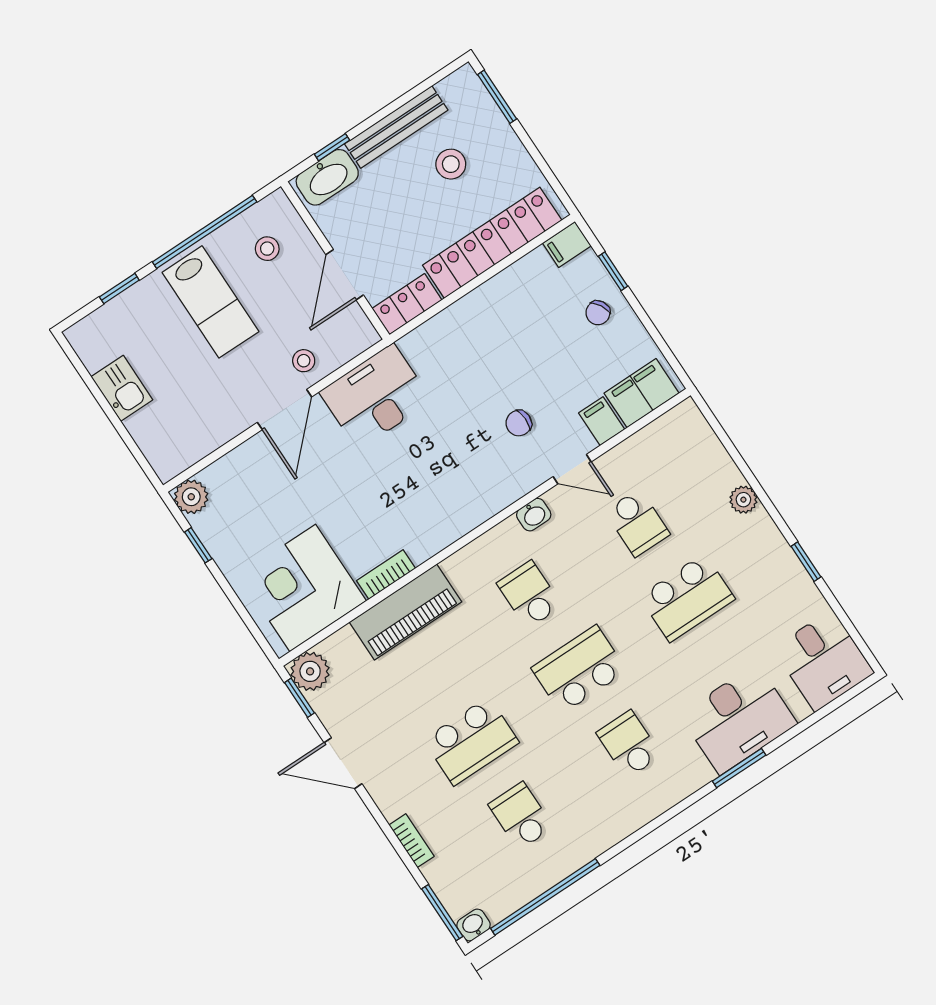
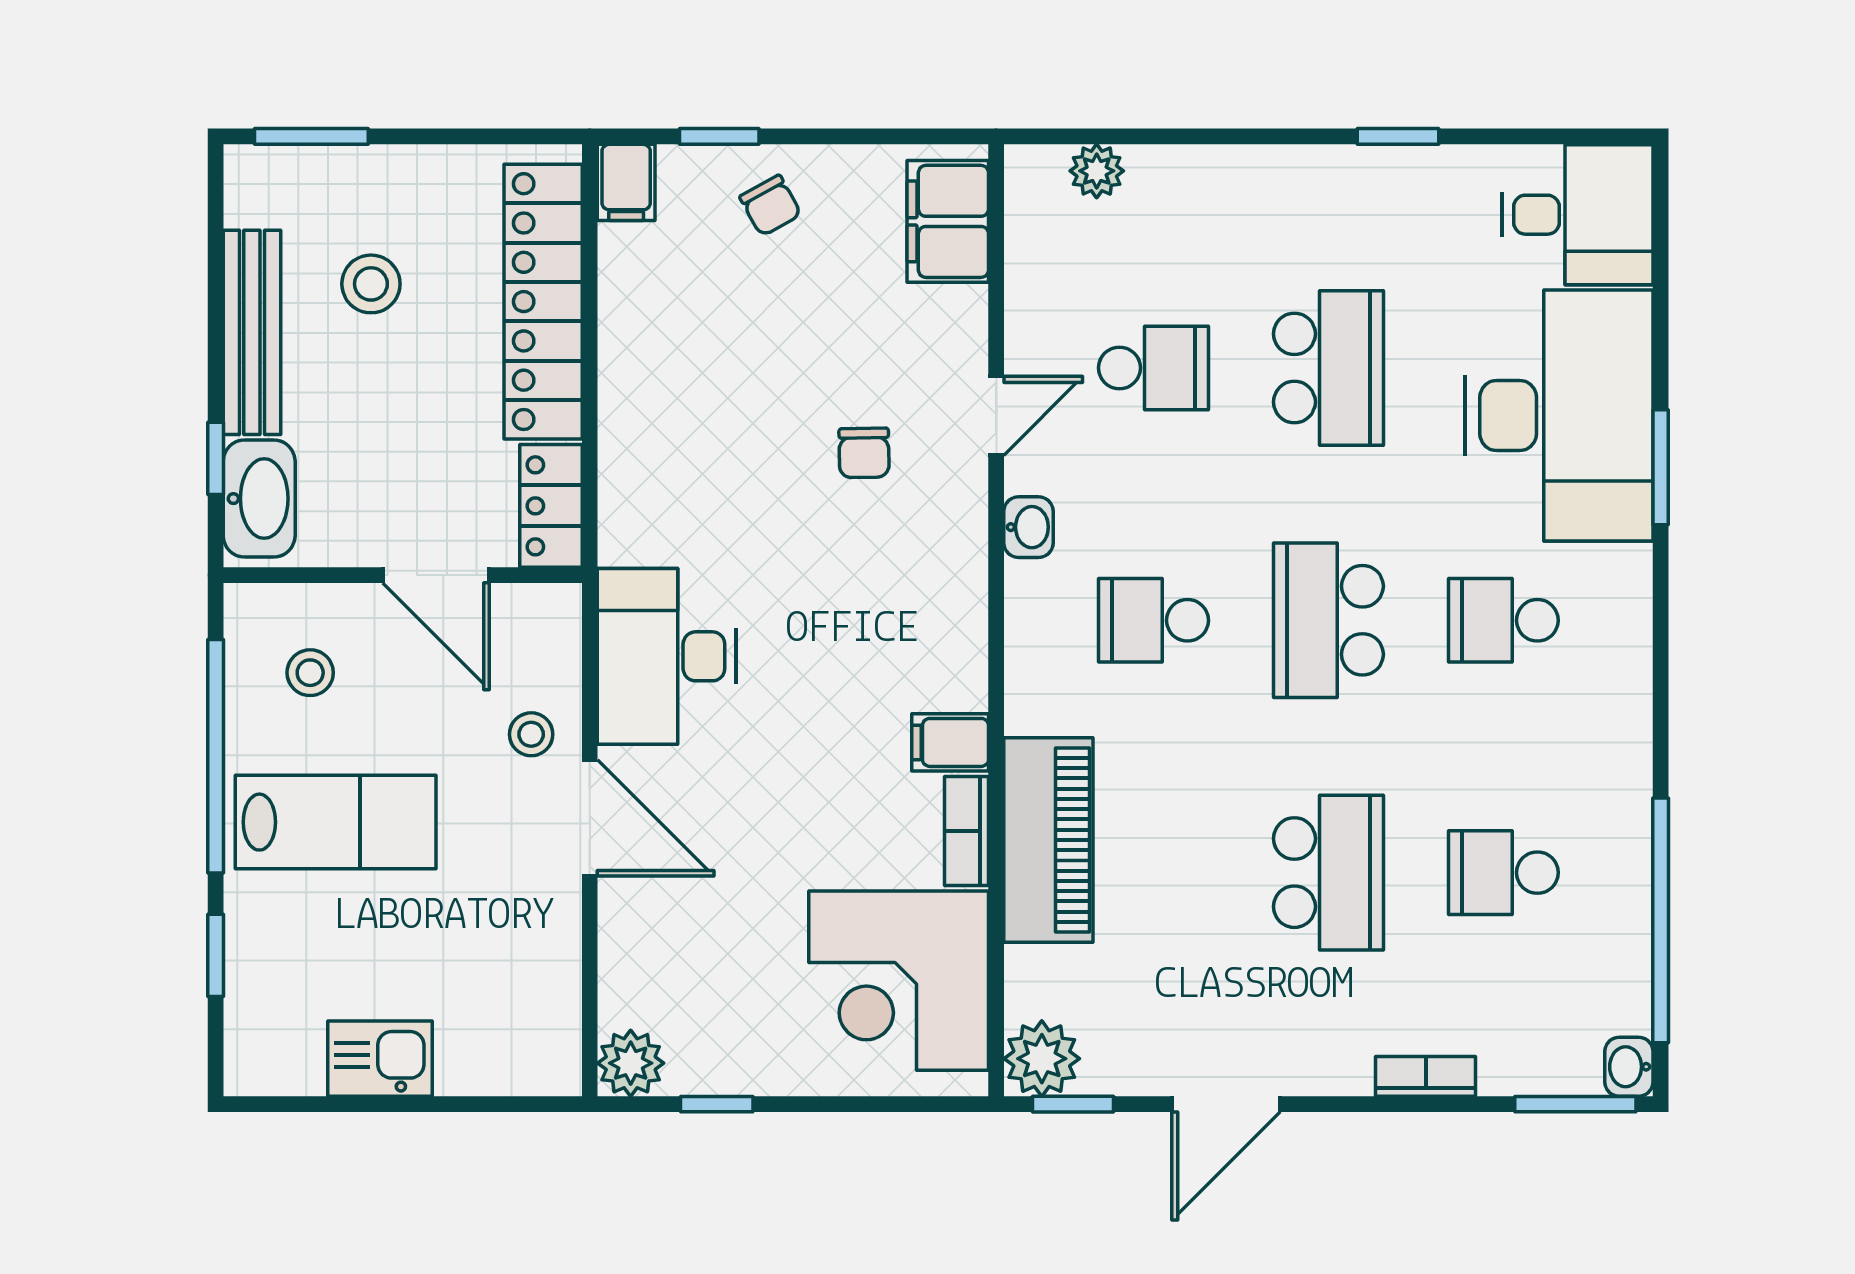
filing cabinet: (602, 421) -> (950, 742), moved
plant: (743, 500) -> (1097, 171), moved
desk: (738, 719) -> (1559, 416), width x1.36, depth x1.30

